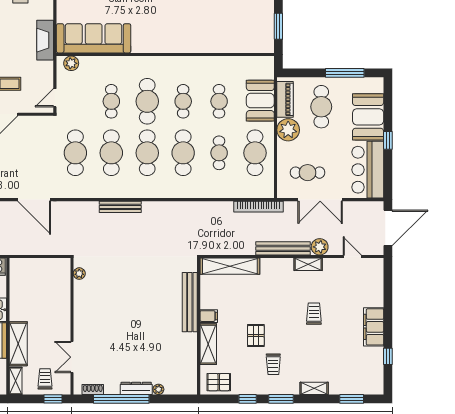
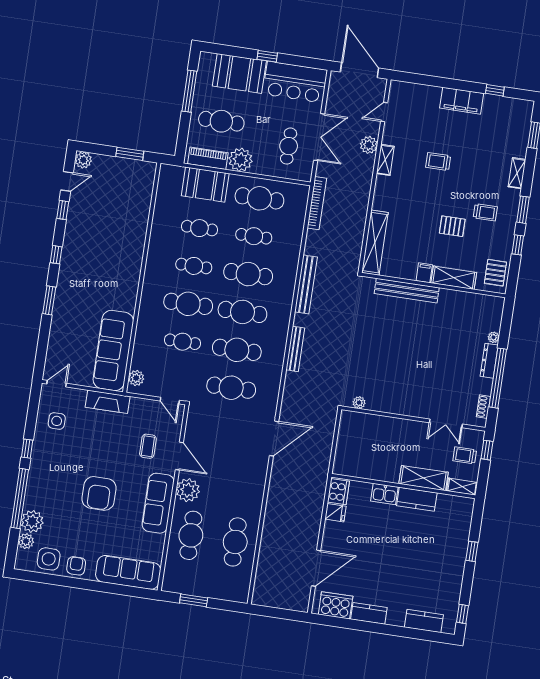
bench: (283, 248) -> (306, 284), moved

